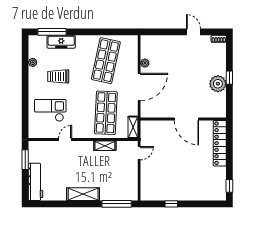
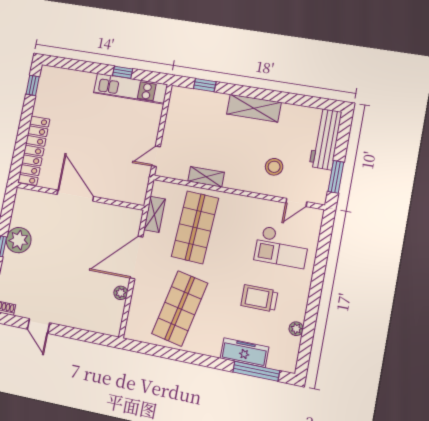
trolley: (58, 76) -> (259, 298), turned 180
shelving: (133, 127) -> (155, 214), moved
door: (65, 139) -> (296, 202), moved
stool: (64, 159) -> (274, 167), added
kitchen unit: (164, 194) -> (130, 89), added
window: (117, 204) -> (205, 85), width x0.46

